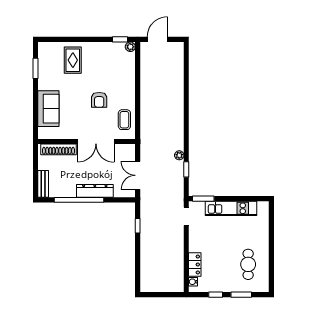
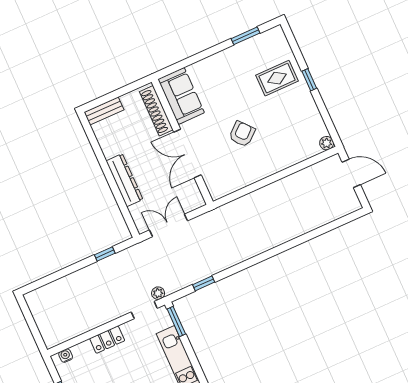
window: (120, 39) -> (309, 80), moved
armchair: (99, 100) -> (242, 134), turned 139
sofa: (48, 109) -> (181, 96), moved, turned -90
coffee table: (124, 120) -> (231, 177), removed
plant: (179, 155) -> (158, 293), moved
window: (79, 200) -> (104, 165), removed
locker: (195, 264) -> (107, 340), moved

